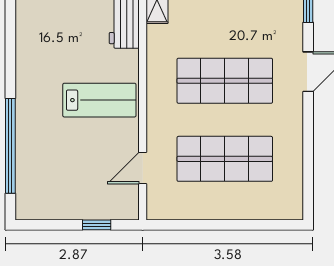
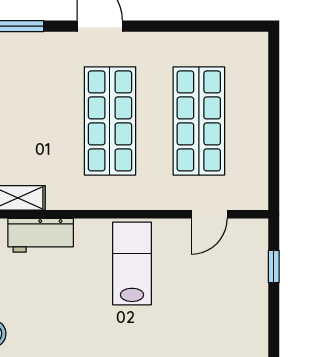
door: (143, 168) -> (209, 214), hinge flipped

